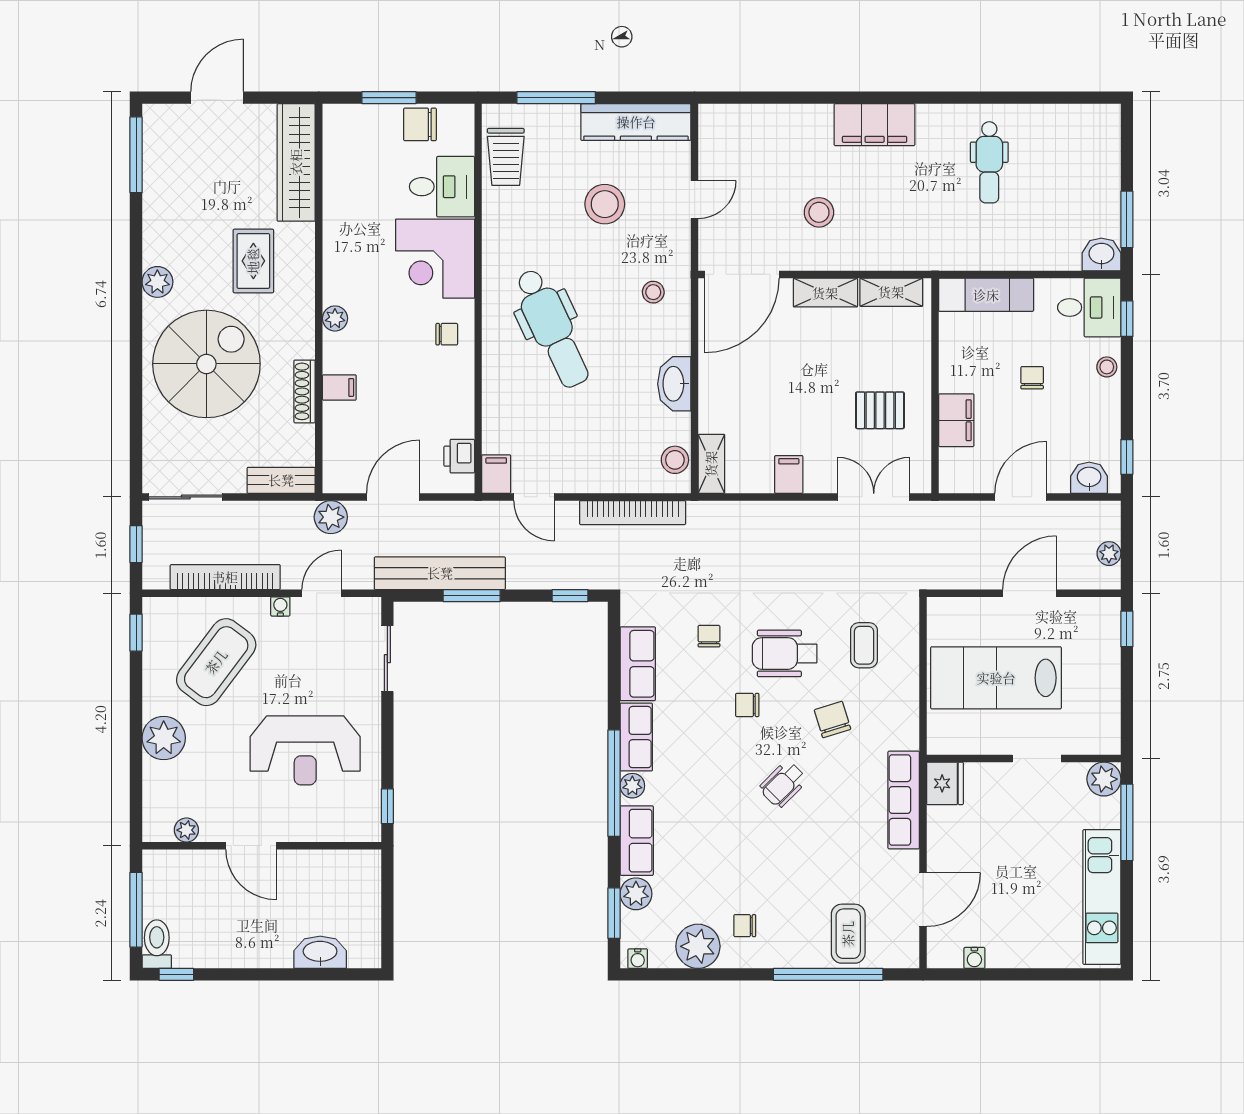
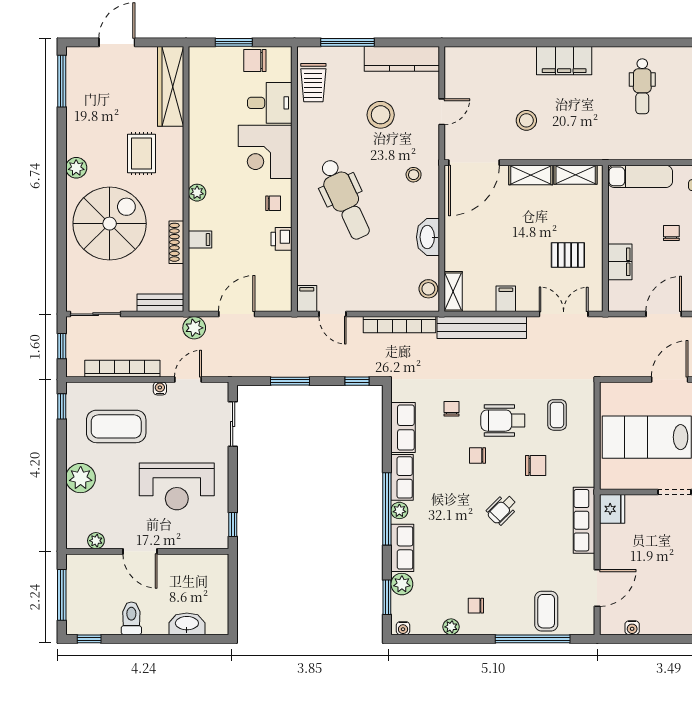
printer: (459, 456) -> (282, 239), moved
bench: (440, 573) -> (482, 328), moved
coffee table: (216, 662) -> (116, 426), turned 53
chair: (833, 720) -> (536, 465), turned 107
toilet: (157, 944) -> (131, 618), moved
plant: (698, 946) -> (451, 627), width x0.53, depth x0.53

